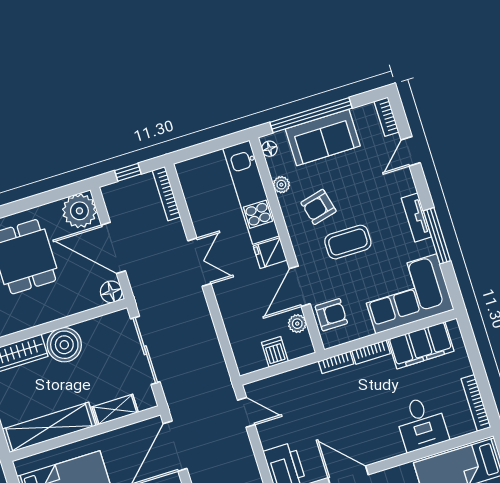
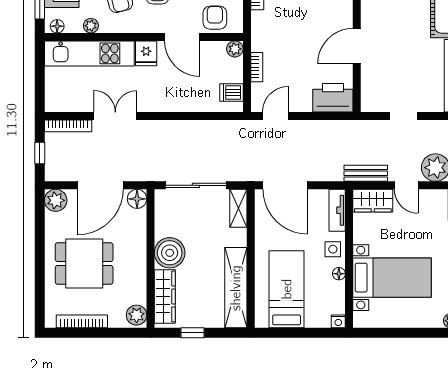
plant: (79, 211) -> (56, 200), width x0.73, depth x0.73
double door: (199, 262) -> (115, 116), moved
plant: (297, 324) -> (235, 49), moved
dishwasher: (275, 352) -> (231, 93), moved
bookcase: (336, 362) -> (257, 67), moved
shelving: (115, 410) -> (238, 208), moved

